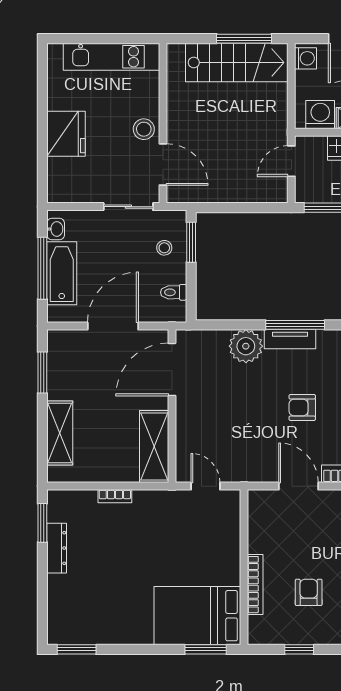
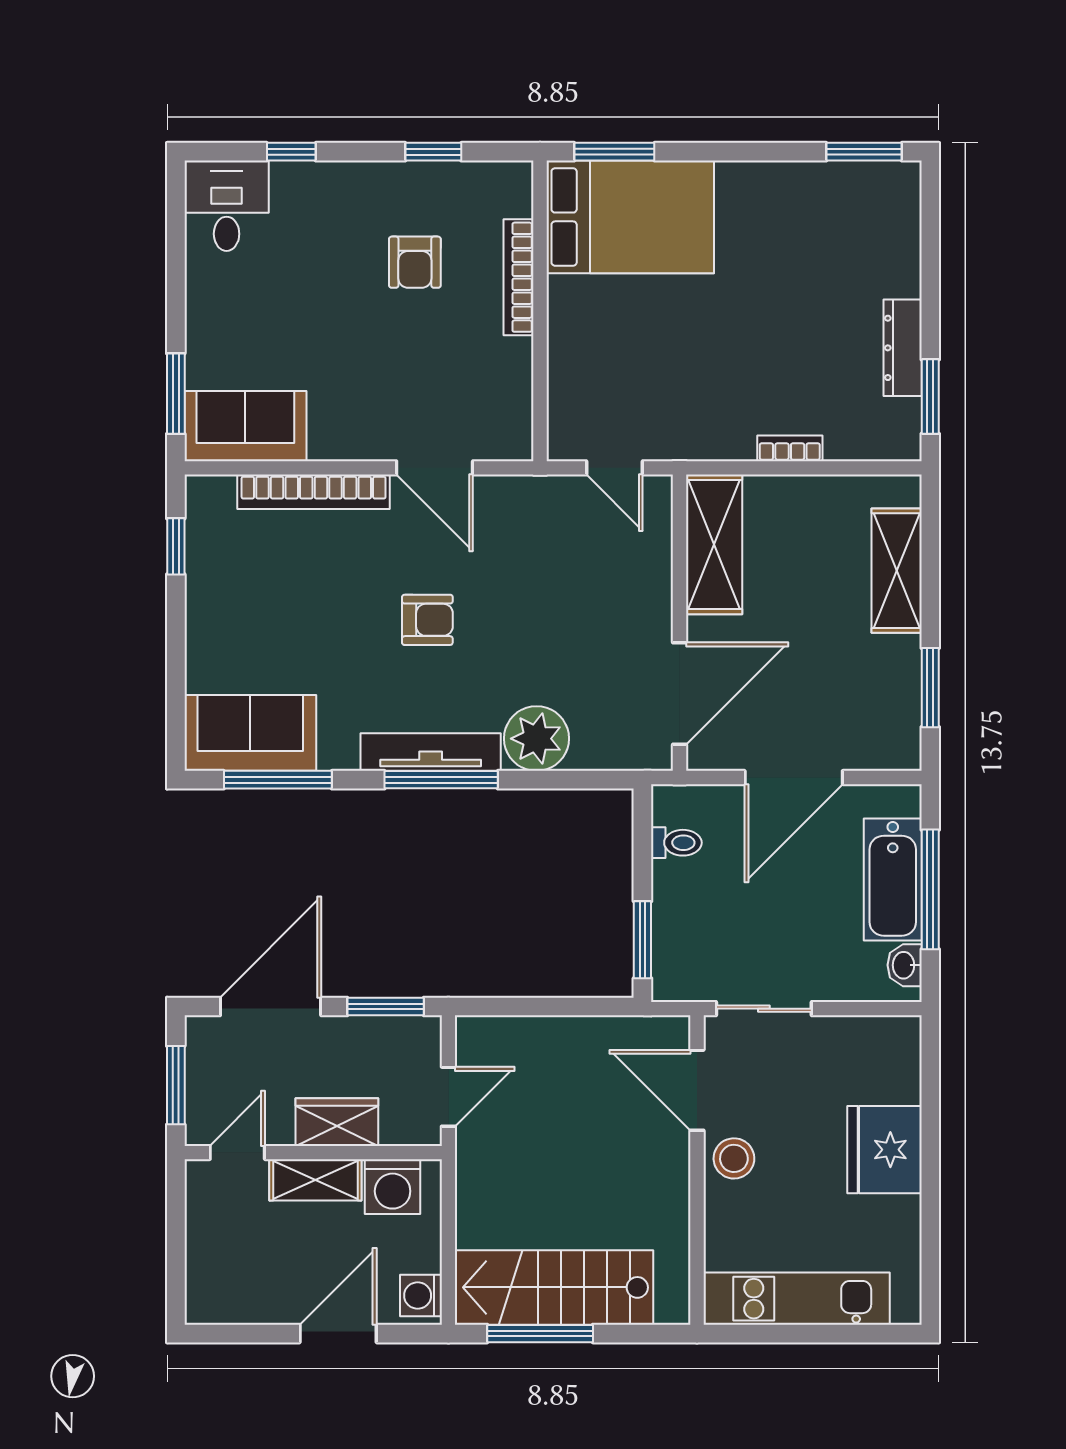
stool: (164, 248) -> (694, 929), removed
tv unit: (290, 339) -> (431, 752), width x1.41

